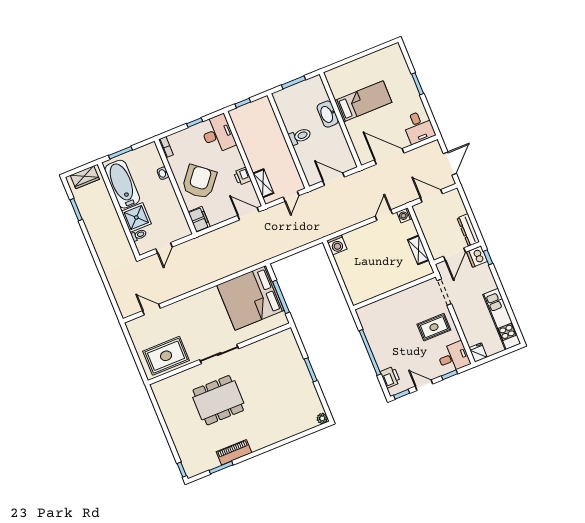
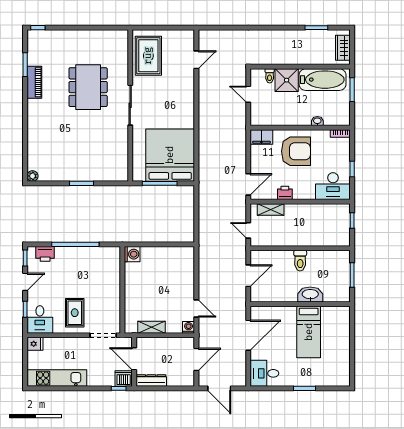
armchair: (199, 182) -> (296, 151), turned -39
washing machine: (337, 245) -> (132, 254), moved, turned 180

